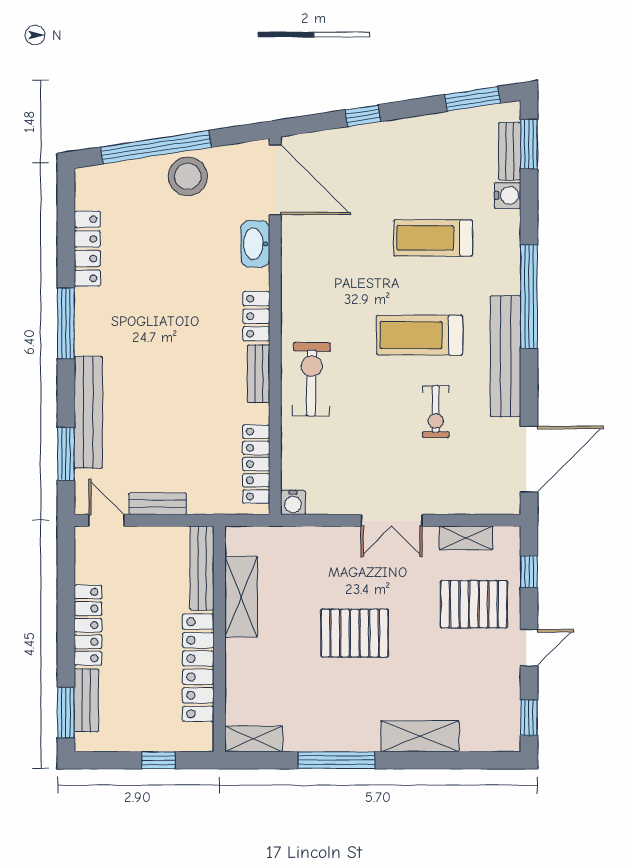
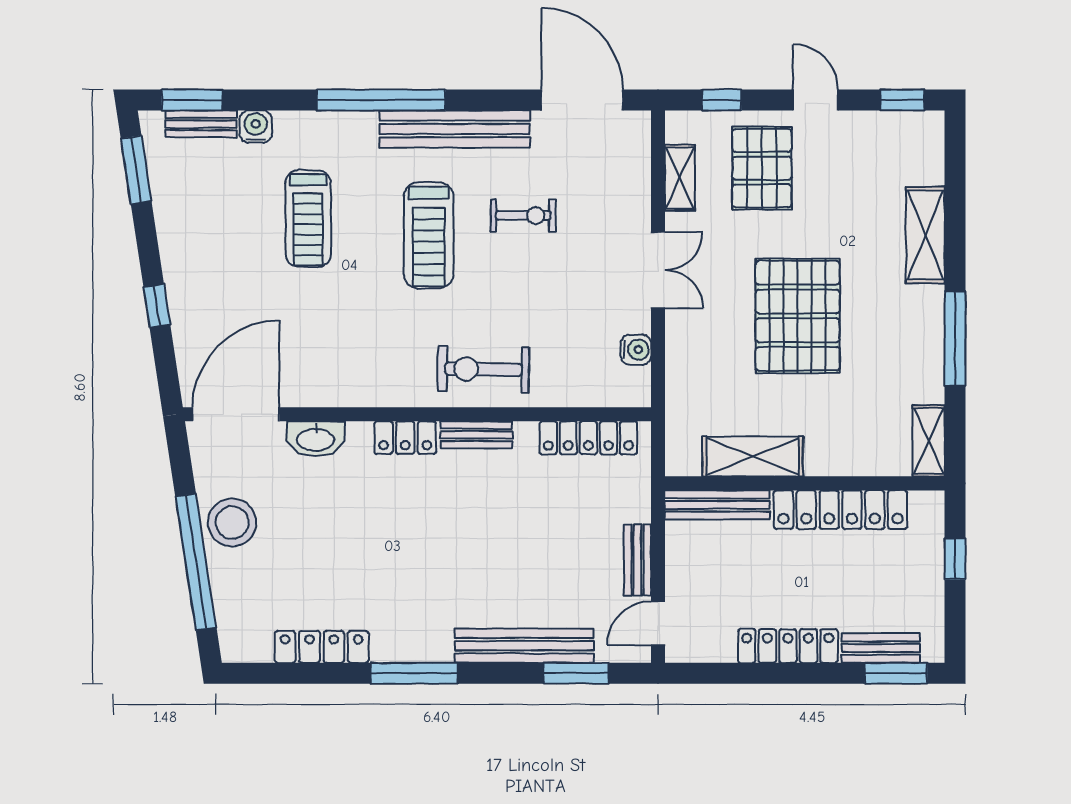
water cooler: (293, 502) -> (636, 350), moved
pallet: (355, 633) -> (798, 316), width x1.37, depth x1.41

